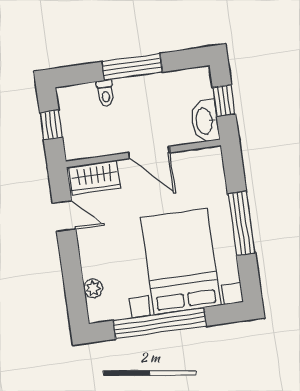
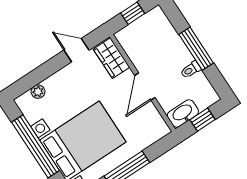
toilet: (105, 93) -> (191, 70), moved
door: (64, 216) -> (76, 50), swing flipped

